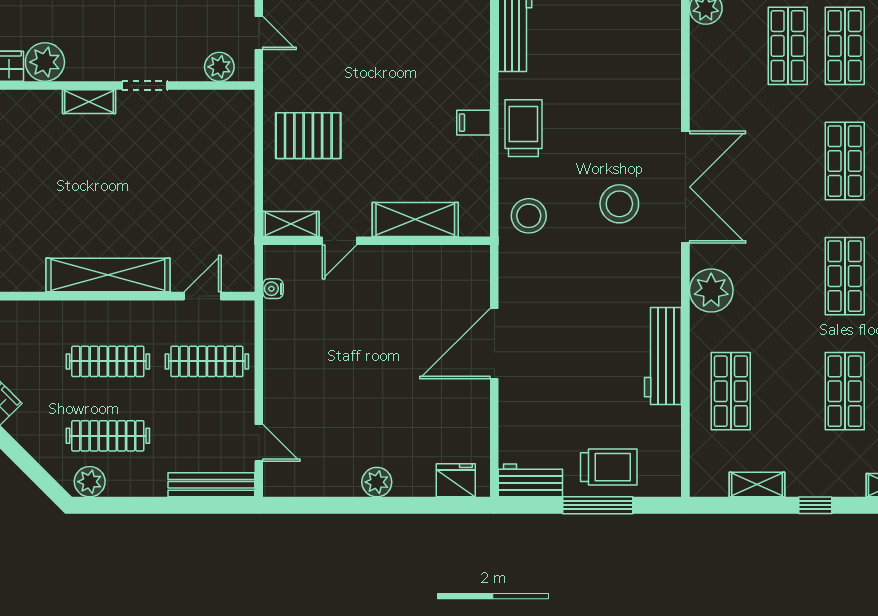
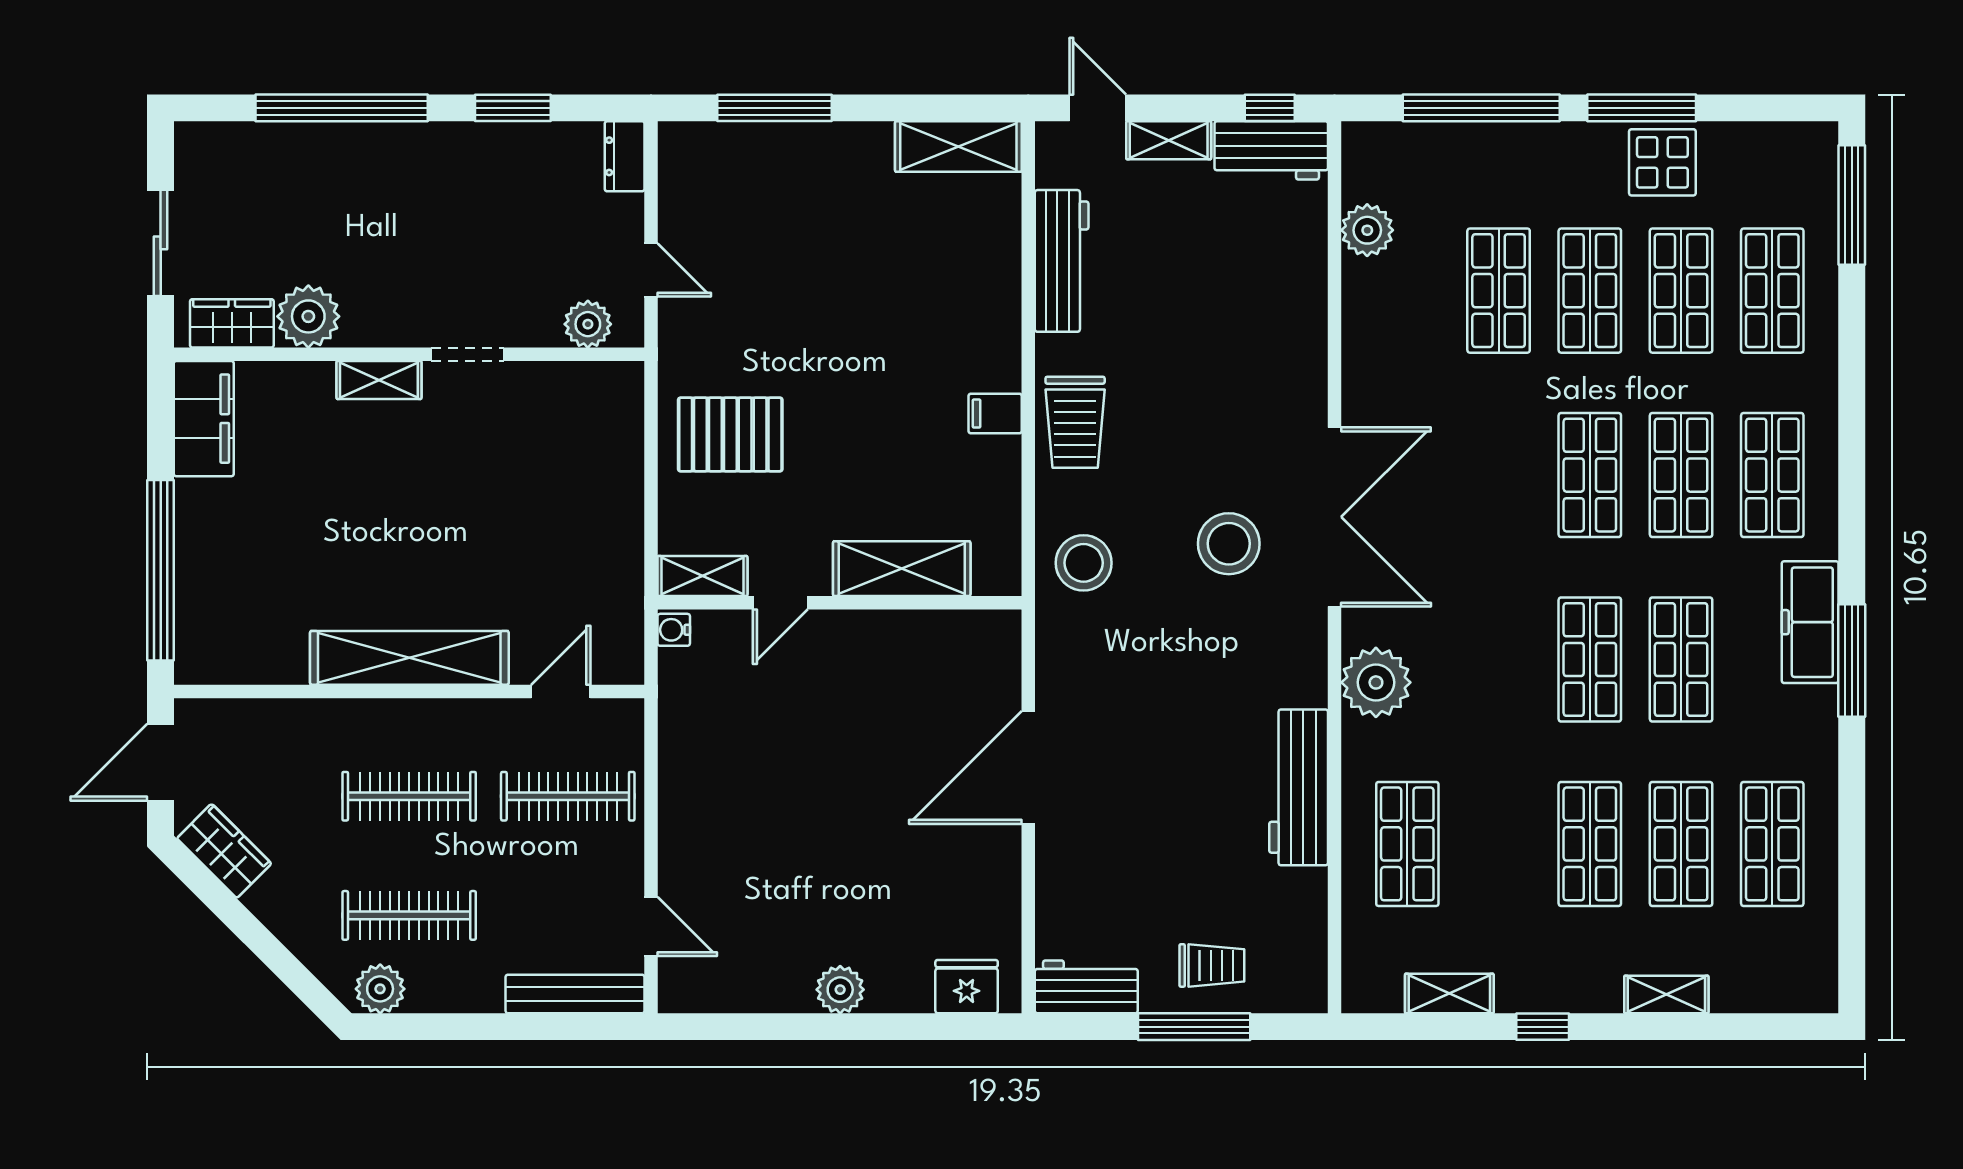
trolley: (523, 128) -> (1075, 422), turned 180
water cooler: (273, 289) -> (674, 630), moved
trolley: (609, 467) -> (1212, 965), width x0.73, depth x0.72

